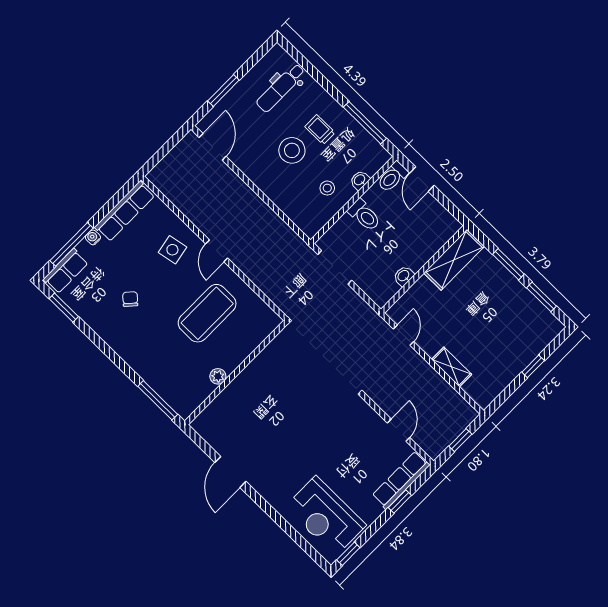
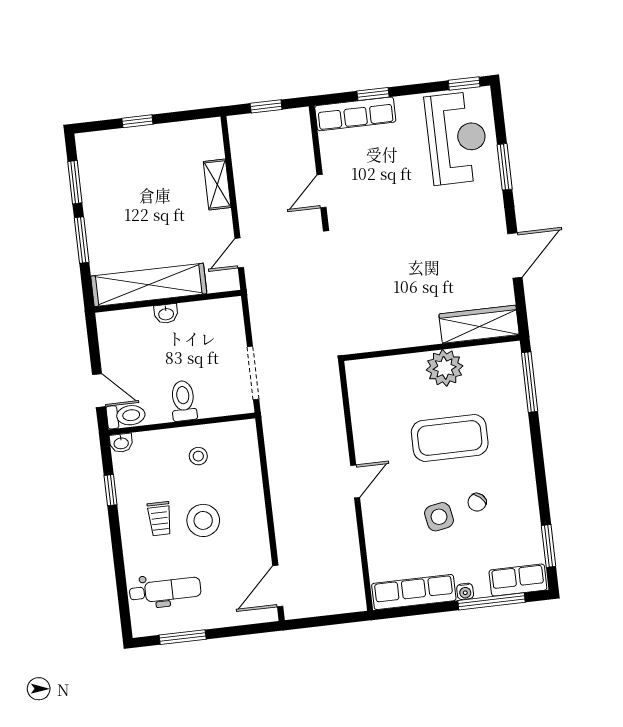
window: (223, 90) -> (183, 637), moved
window: (365, 123) -> (110, 490), width x0.46
door: (422, 179) -> (99, 391), hinge flipped
washbasin: (360, 180) -> (121, 443), moved
side table: (172, 250) -> (439, 517), moved
shelving: (454, 260) -> (149, 285), width x1.47
washbasin: (404, 276) -> (166, 314), moved
coffee table: (207, 313) -> (450, 438), moved
plant: (218, 376) -> (445, 368), width x1.87, depth x1.87
wardrobe: (218, 411) -> (479, 324), added
door: (399, 430) -> (322, 191), moved
window: (281, 522) -> (505, 167), added

